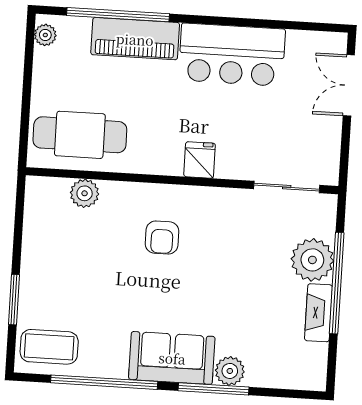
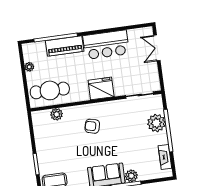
plant: (45, 35) -> (29, 67), moved
fridge: (200, 160) -> (101, 88), width x1.88, depth x1.34
armchair: (162, 238) -> (92, 126), turned 104
fireplace: (318, 313) -> (165, 157), moved

